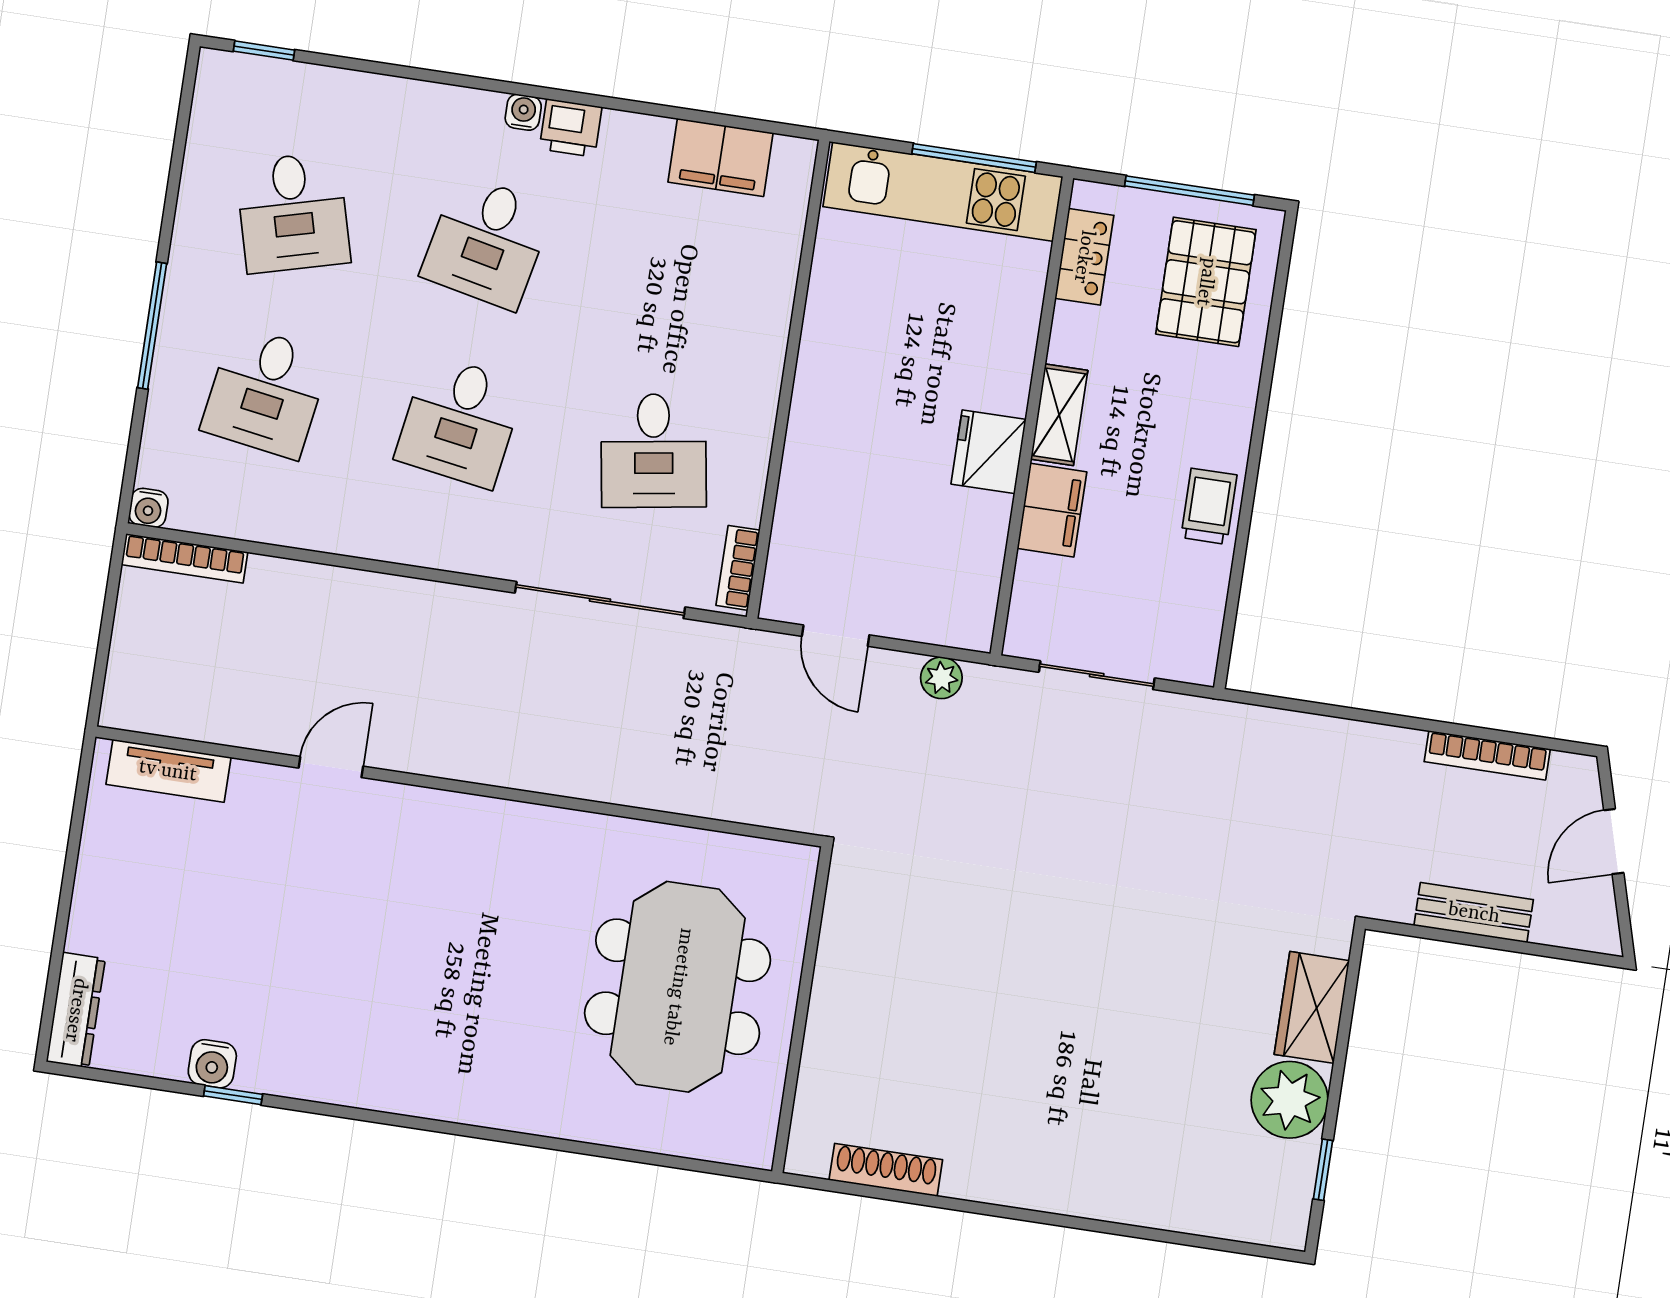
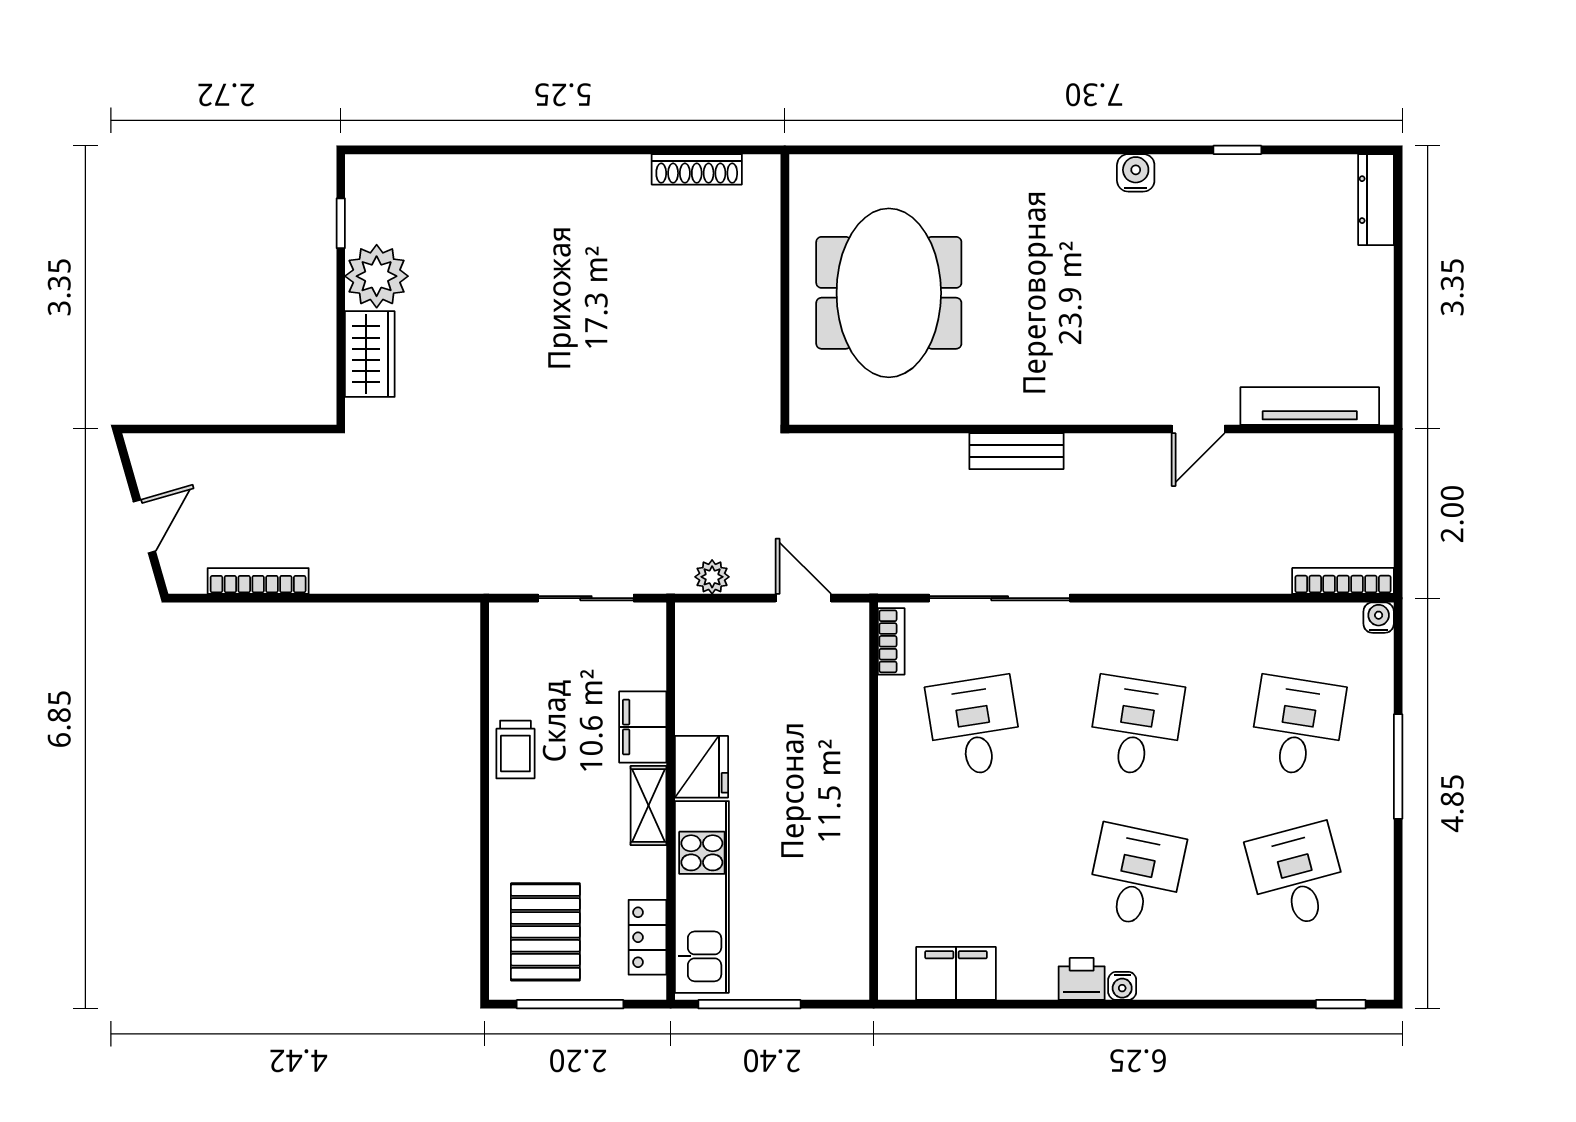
kitchen unit: (943, 192) -> (702, 897), moved, turned 90
tv unit: (168, 771) -> (1310, 406), width x1.41
bench: (1474, 913) -> (1016, 451), moved
water cooler: (212, 1064) -> (1136, 173), moved

